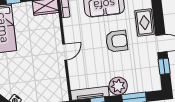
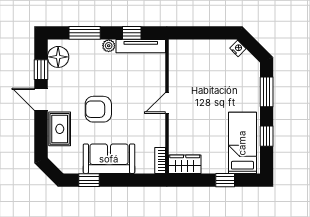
floor lamp: (152, 78) -> (58, 57), added
plant: (118, 86) -> (109, 46), width x0.53, depth x0.53

